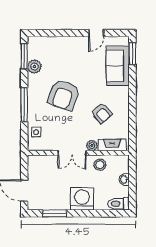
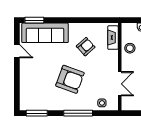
sofa: (118, 66) -> (45, 33), width x1.36
plant: (34, 67) -> (46, 104), removed
plant: (92, 145) -> (113, 55), removed
double door: (72, 153) -> (120, 84), moved

